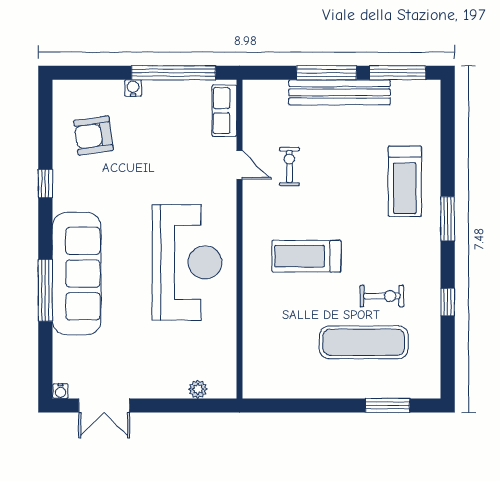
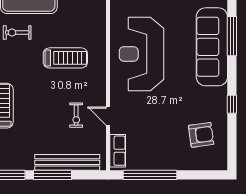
water cooler: (133, 88) -> (176, 165), removed
bench: (340, 92) -> (67, 162), moved

